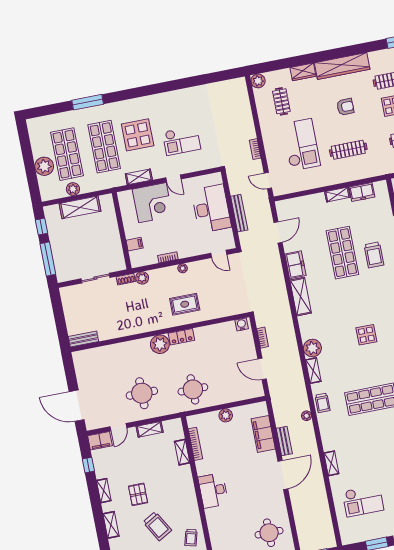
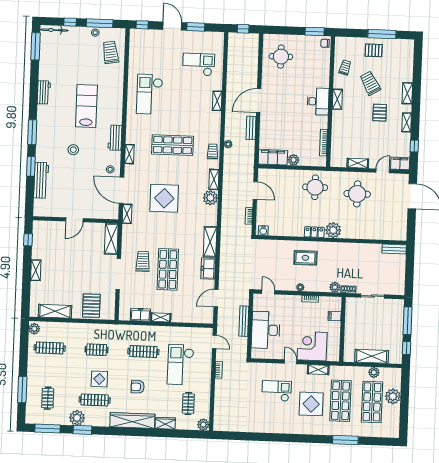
display table: (366, 335) -> (164, 198), width x1.86, depth x1.86
filing cabinet: (263, 434) -> (273, 157), moved, turned -90
shelving: (182, 452) -> (337, 99), moved

